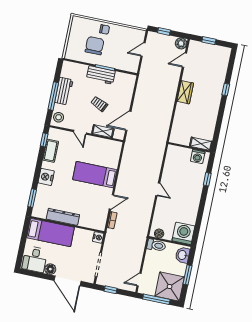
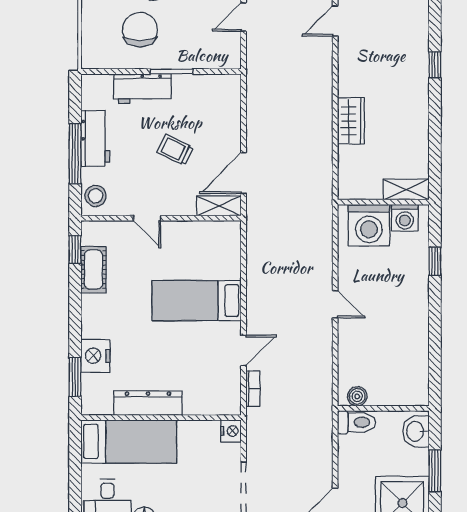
workbench: (101, 75) -> (142, 89), moved
wardrobe: (185, 92) -> (351, 121), moved
shelving: (103, 131) -> (219, 206), moved
nightstand: (46, 177) -> (95, 356), moved
washing machine: (183, 233) -> (369, 225), moved, turned 180

